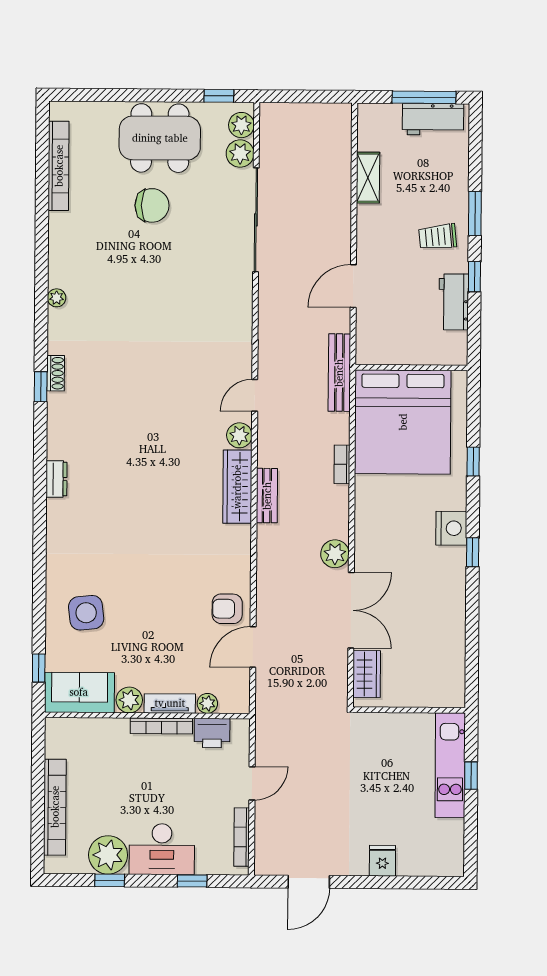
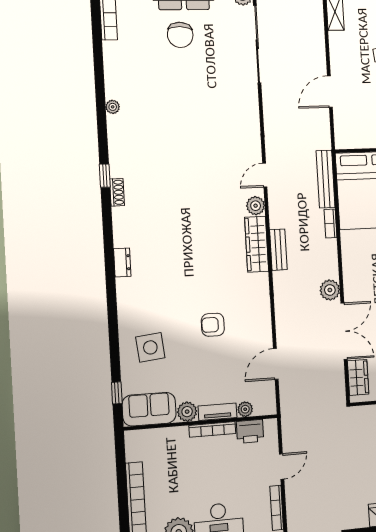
chair: (152, 205) -> (180, 35), turned 92
shoe rack: (56, 373) -> (117, 192), moved
bench: (339, 373) -> (326, 179), moved
dresser: (57, 479) -> (122, 263), moved
armchair: (227, 609) -> (213, 325), moved

